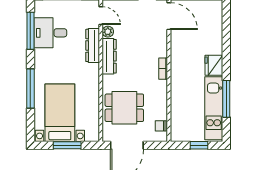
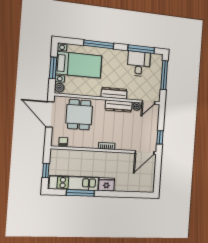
dresser: (93, 45) -> (114, 93), moved
plant: (92, 136) -> (59, 88), added

